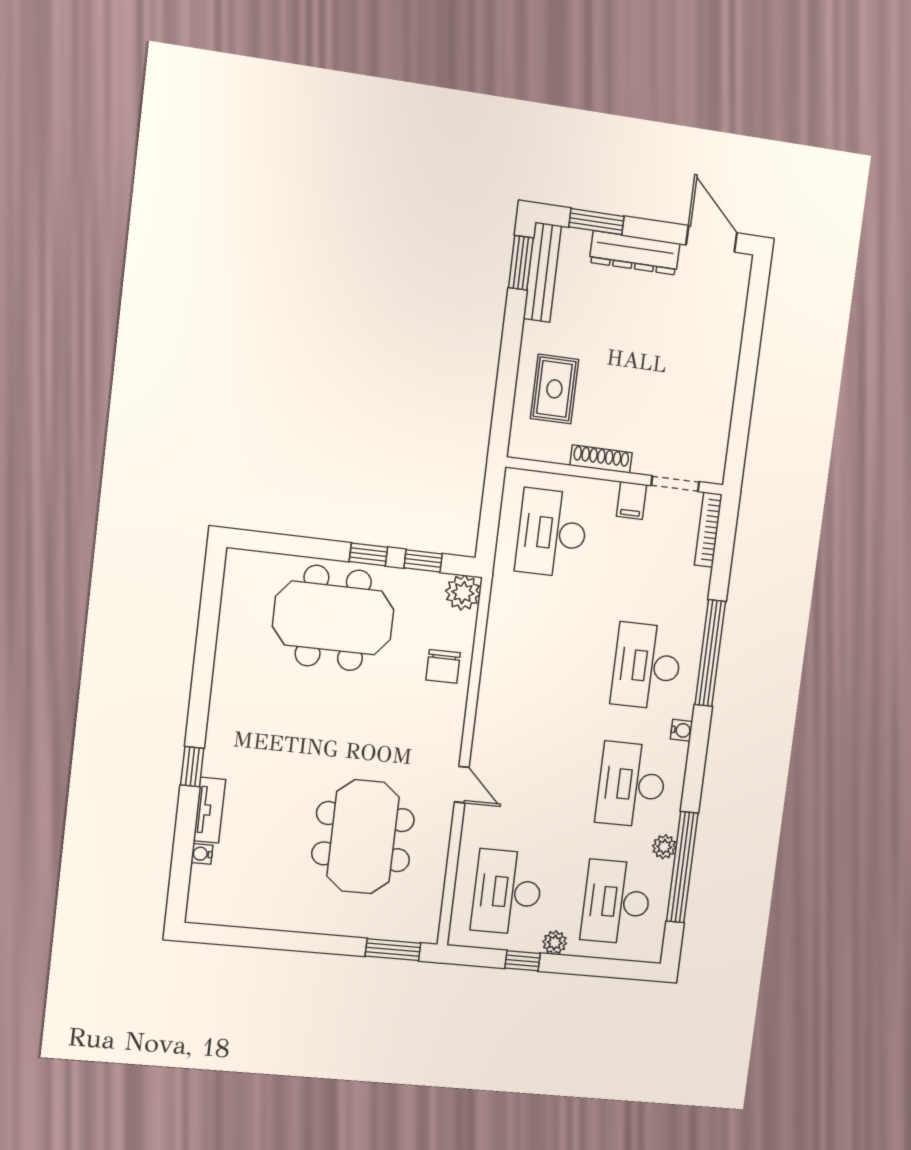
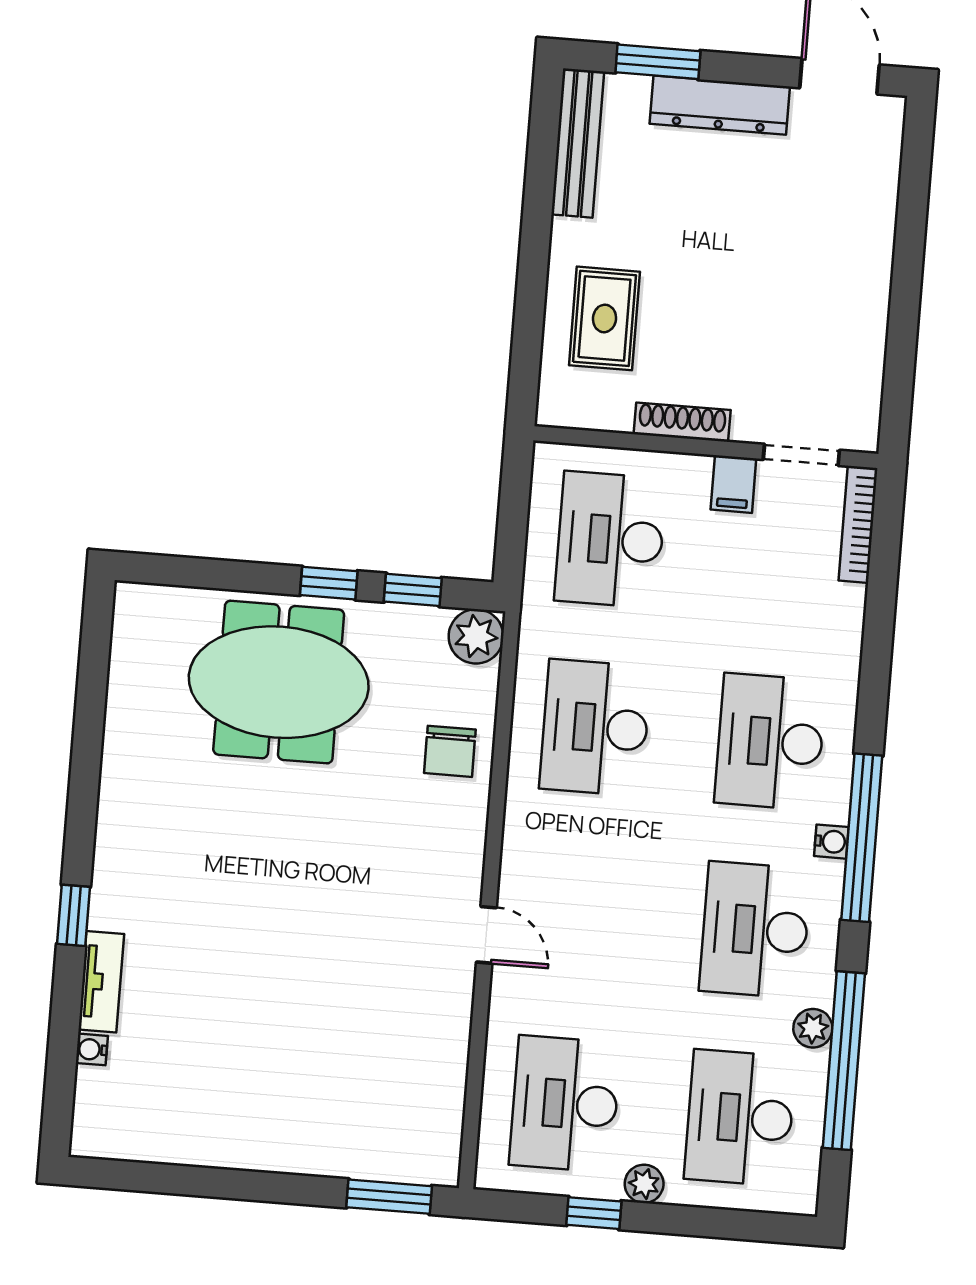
window: (521, 263) -> (544, 131), removed
window: (710, 653) -> (862, 838), moved
desk: (537, 654) -> (595, 728), added
meeting table: (363, 837) -> (336, 1019), removed

